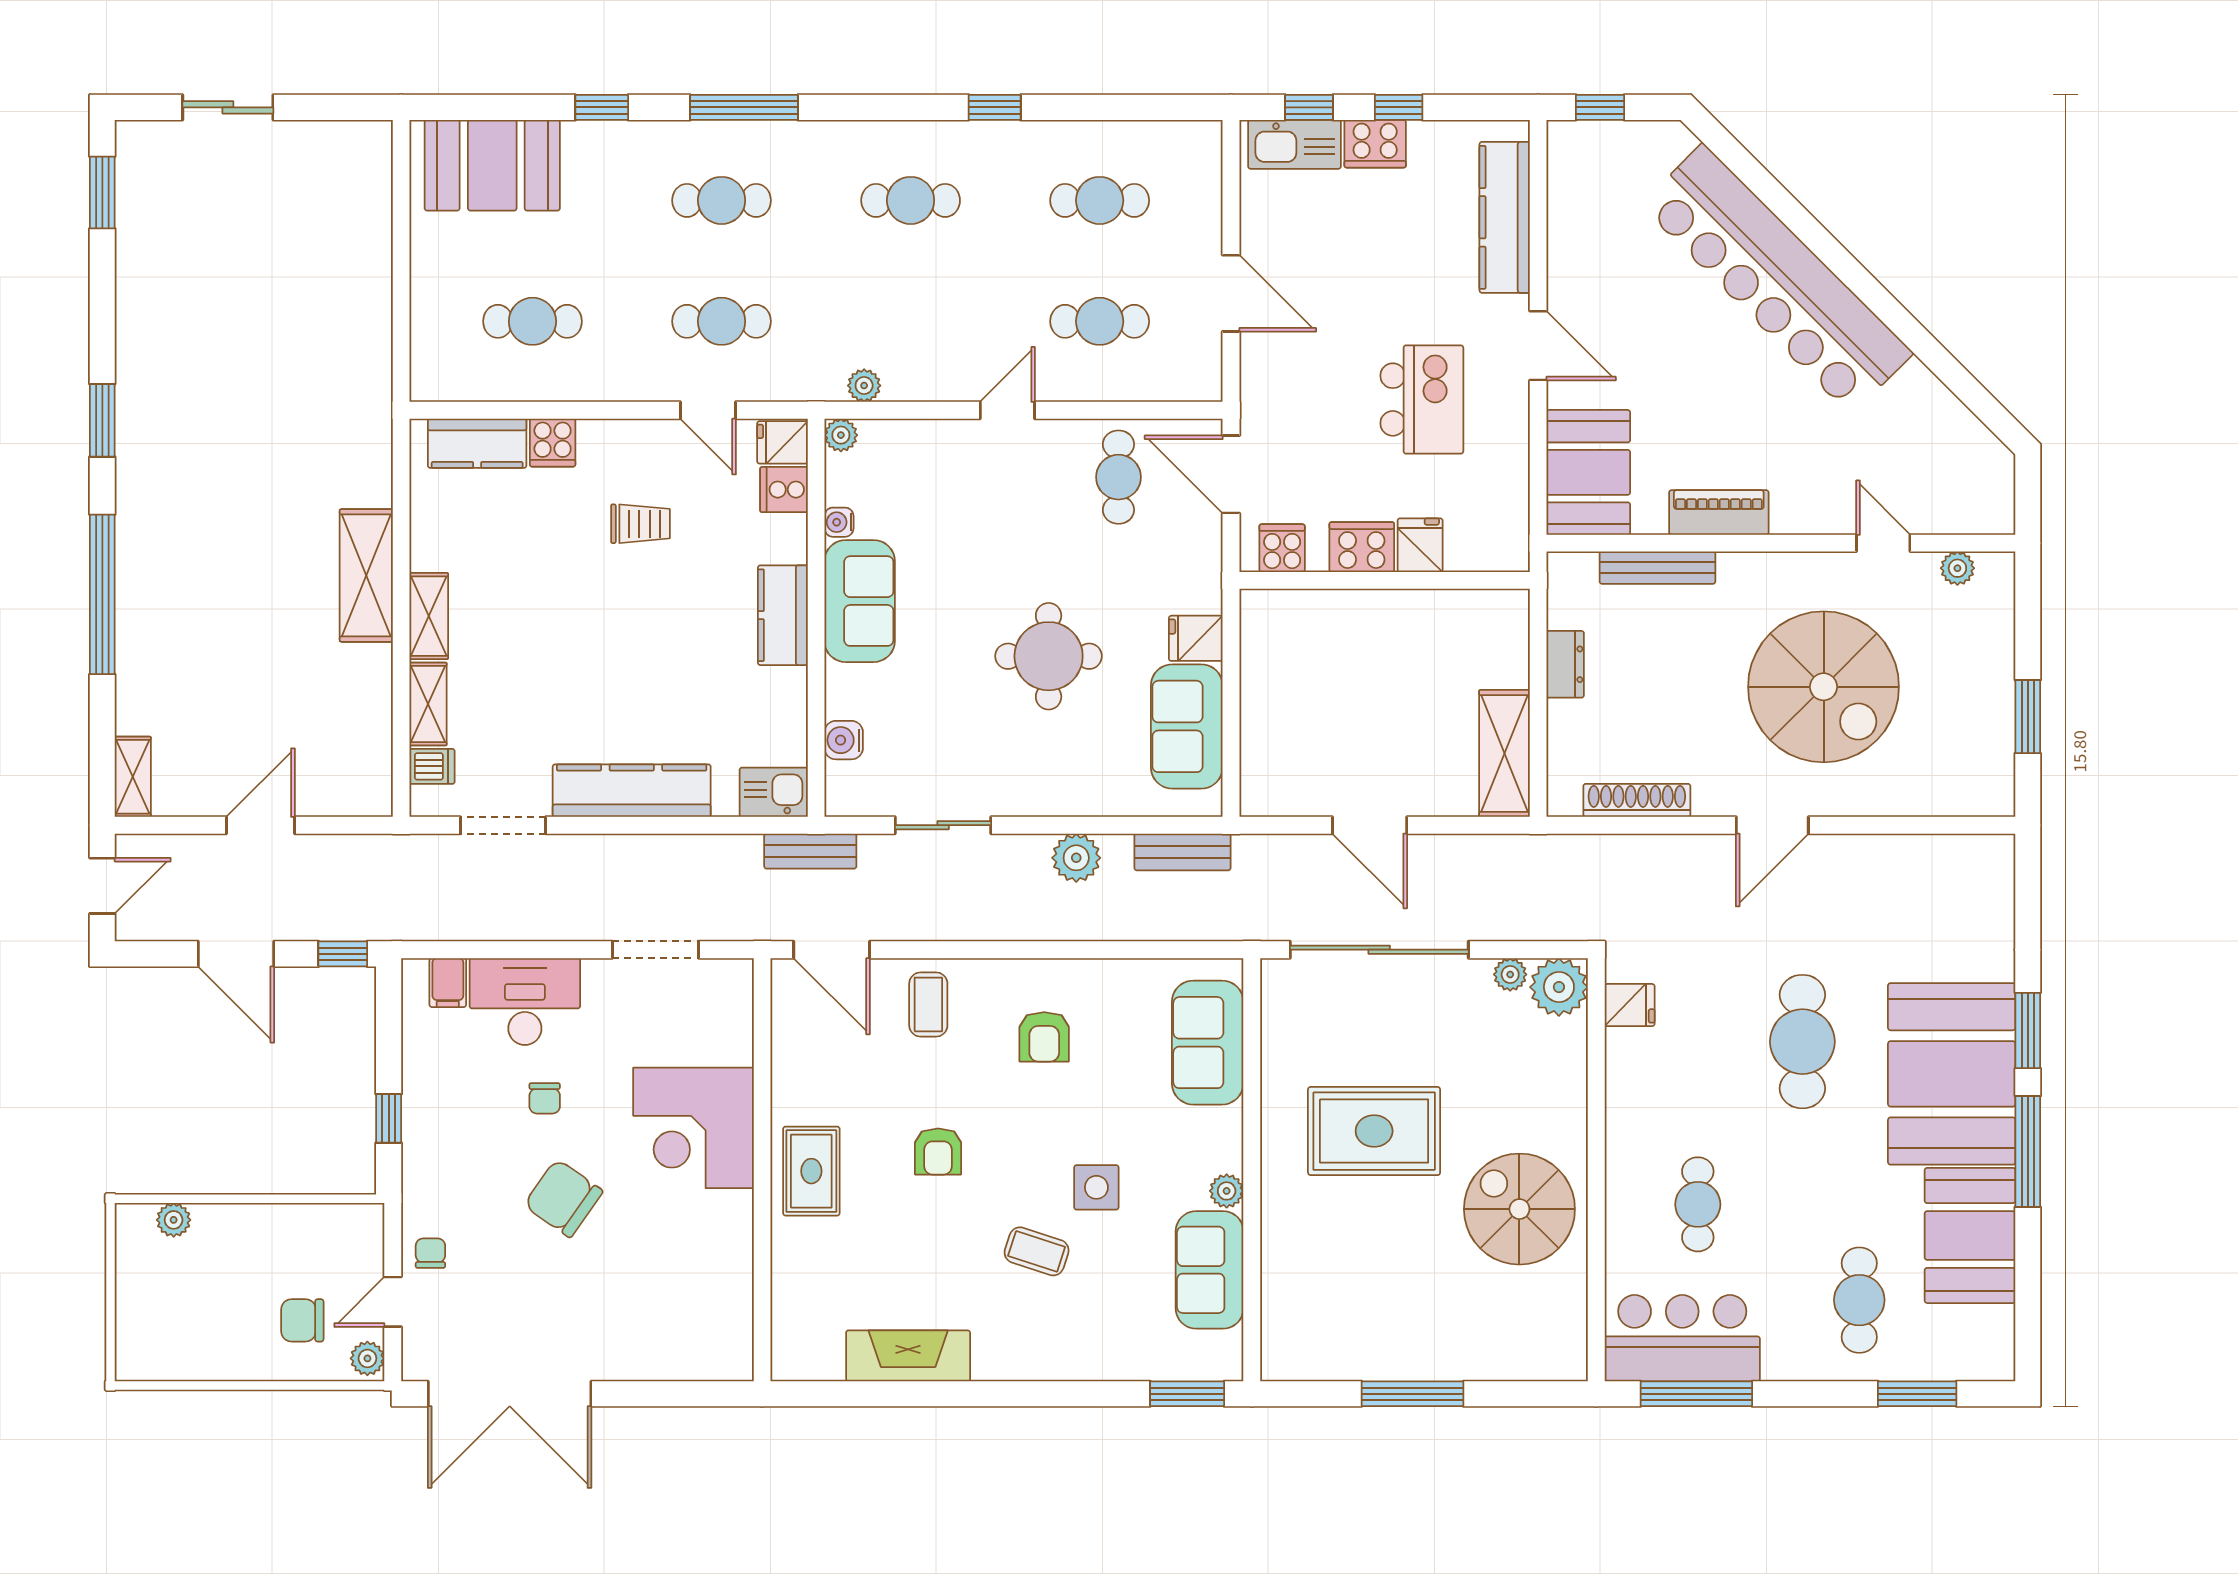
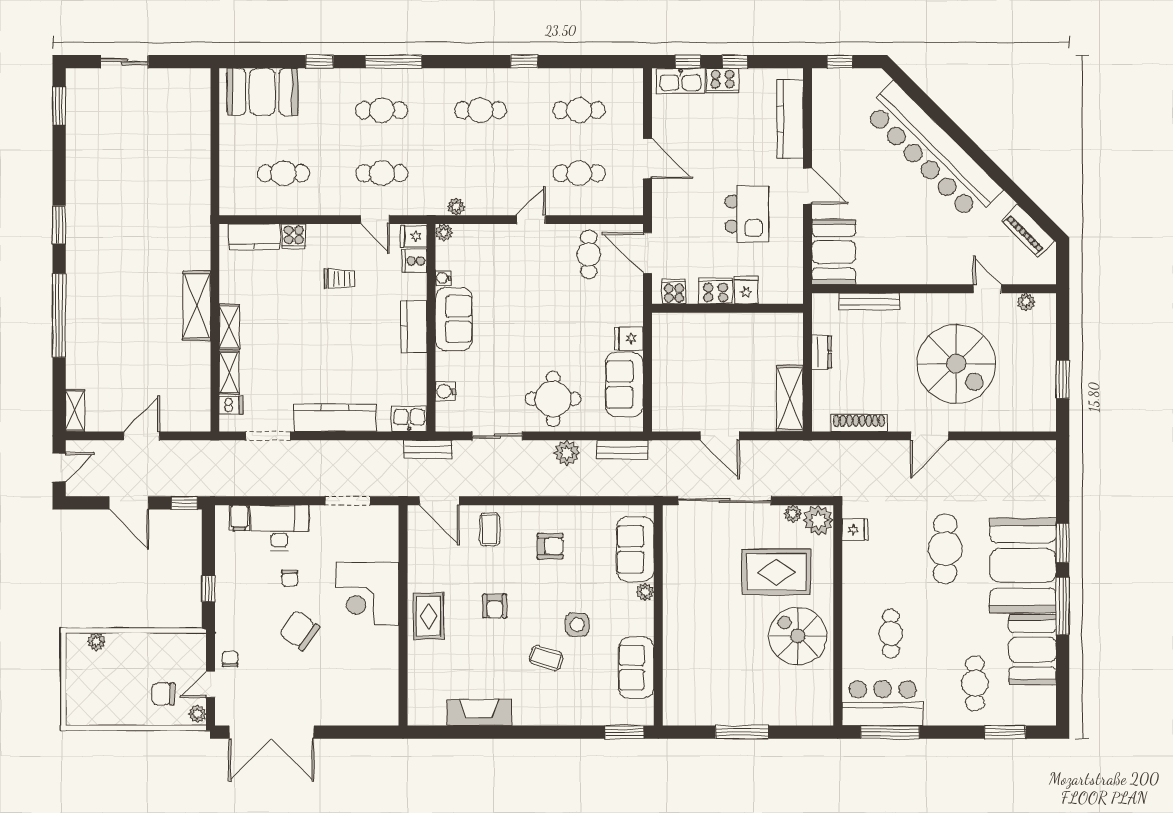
piano: (1719, 512) -> (1028, 231), moved, turned -135
round table: (1049, 656) -> (553, 399), moved
armchair: (1044, 1037) -> (550, 546), turned -90
rug: (1374, 1131) -> (776, 572), moved
plant: (1227, 1191) -> (645, 592), moved

